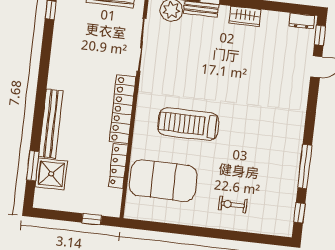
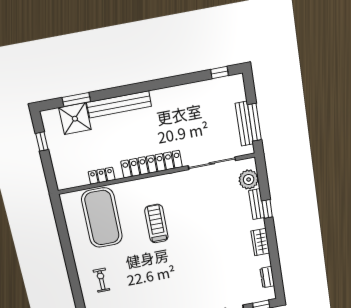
dresser: (302, 21) -> (267, 277), moved
treadmill: (188, 124) -> (156, 224), width x0.73, depth x0.73
locker: (118, 166) -> (102, 176), width x0.66
window: (92, 219) -> (42, 141), moved

